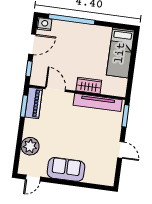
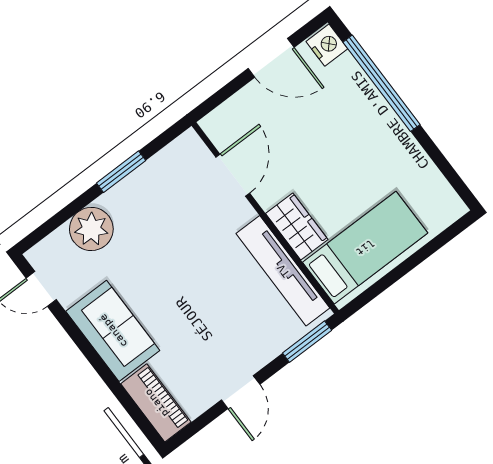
bed: (120, 53) -> (365, 248), moved, turned 180
window: (29, 69) -> (223, 94), removed
piano: (34, 103) -> (156, 403), moved, turned -90
window: (24, 106) -> (121, 172), moved

